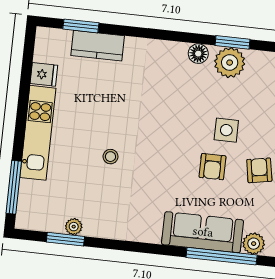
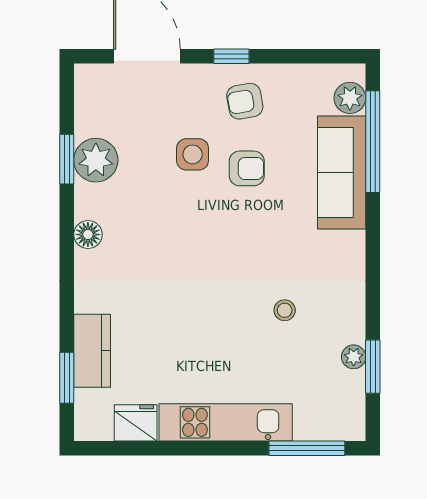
floor lamp: (198, 54) -> (88, 235), moved
fridge: (44, 74) -> (136, 423), width x1.38
stool: (110, 157) -> (285, 310), moved

